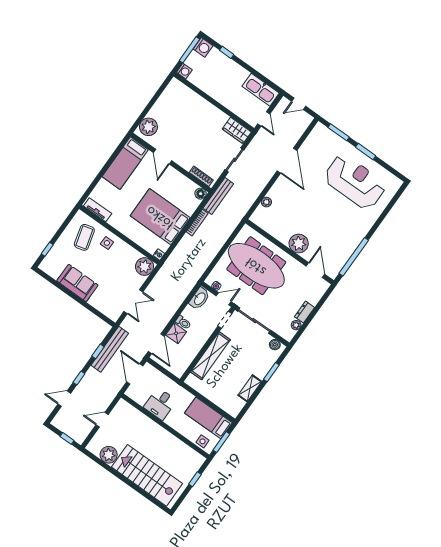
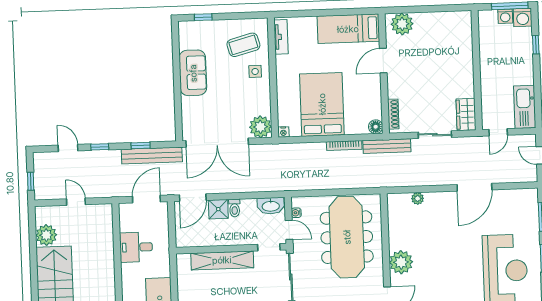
washing machine: (184, 71) -> (505, 16), moved
double door: (133, 302) -> (217, 143), width x1.87

